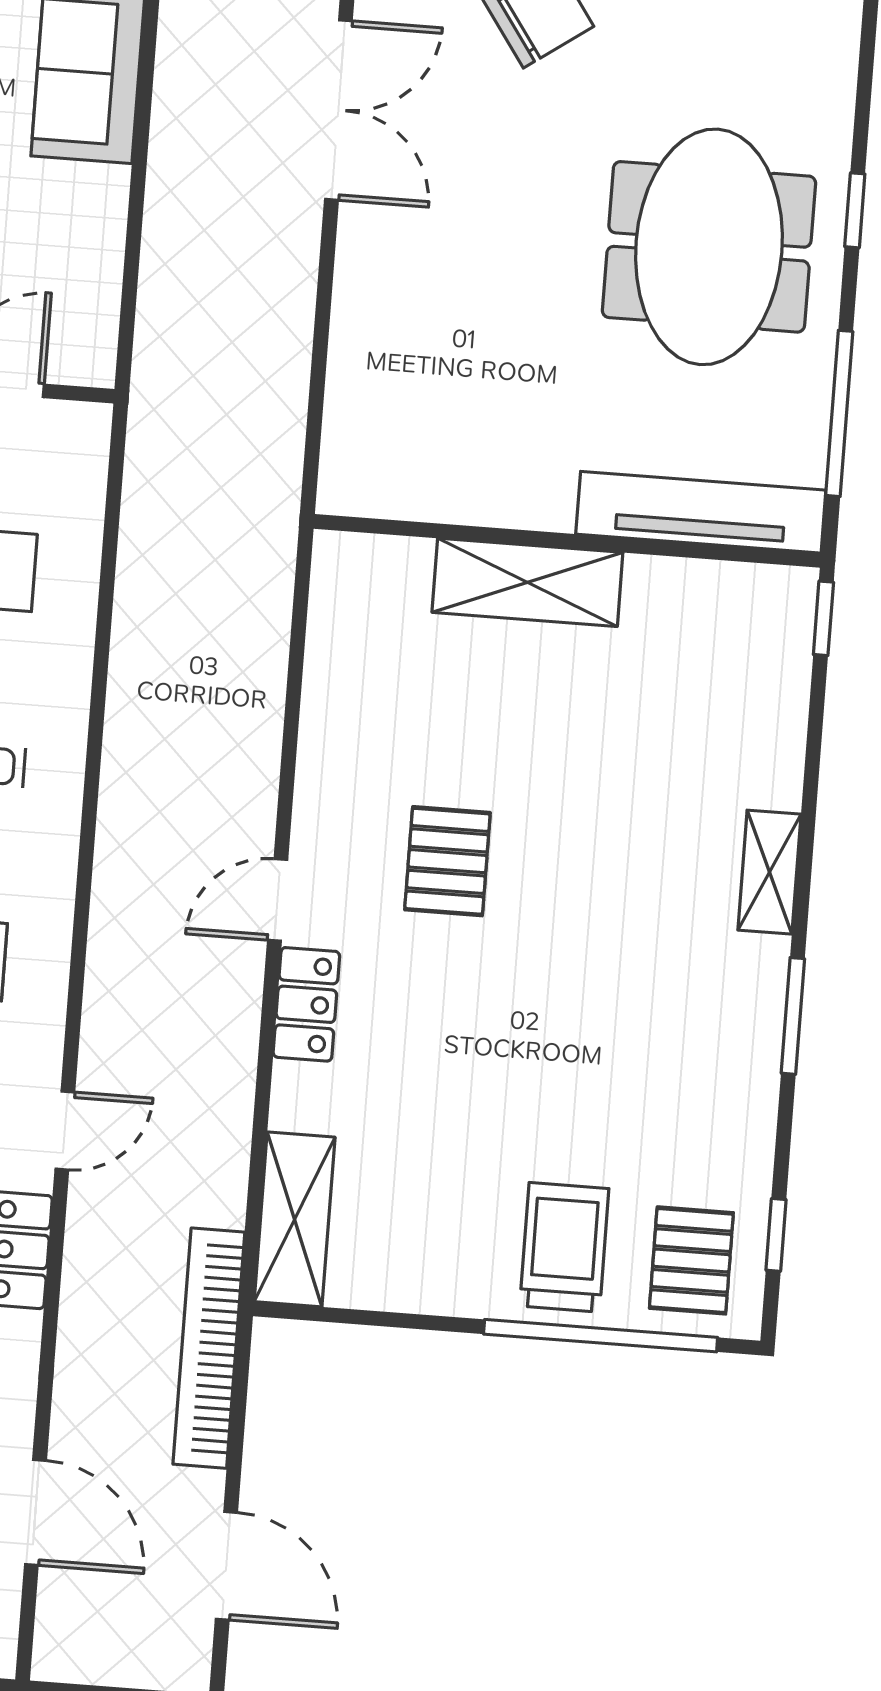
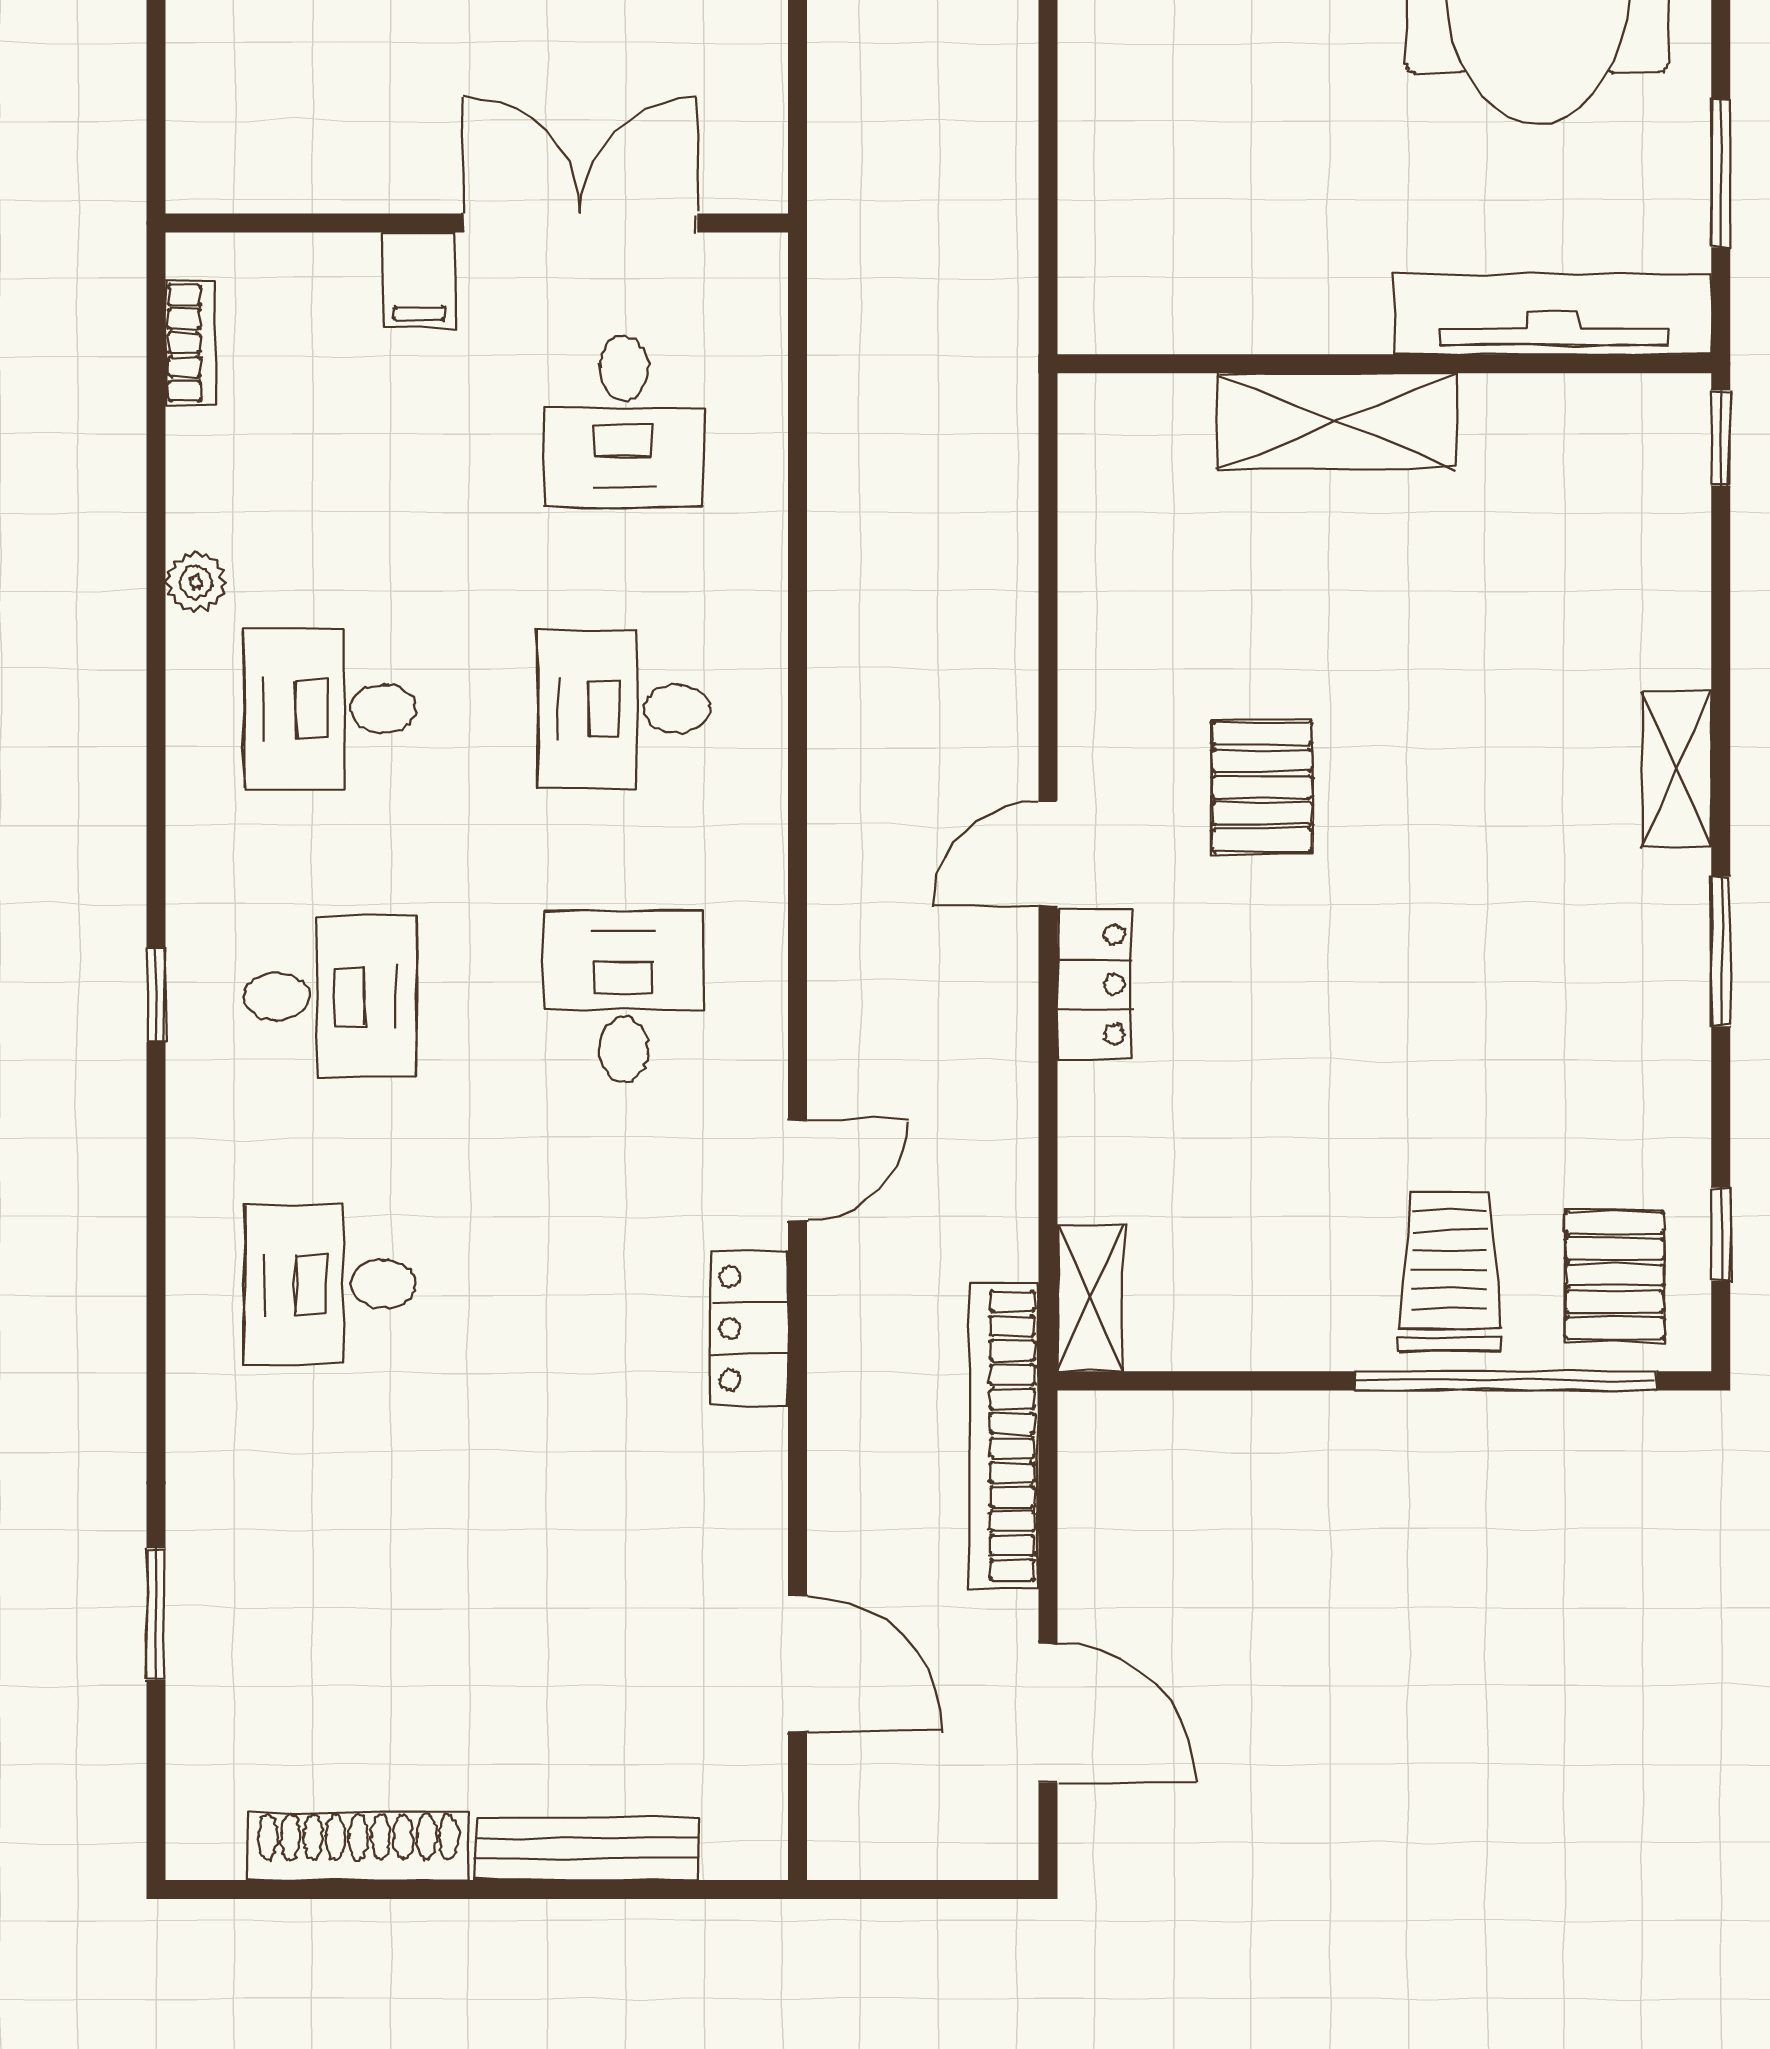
window: (839, 413) -> (1721, 173), width x0.69
shelving: (295, 1219) -> (1090, 1298), width x0.67, depth x0.75

